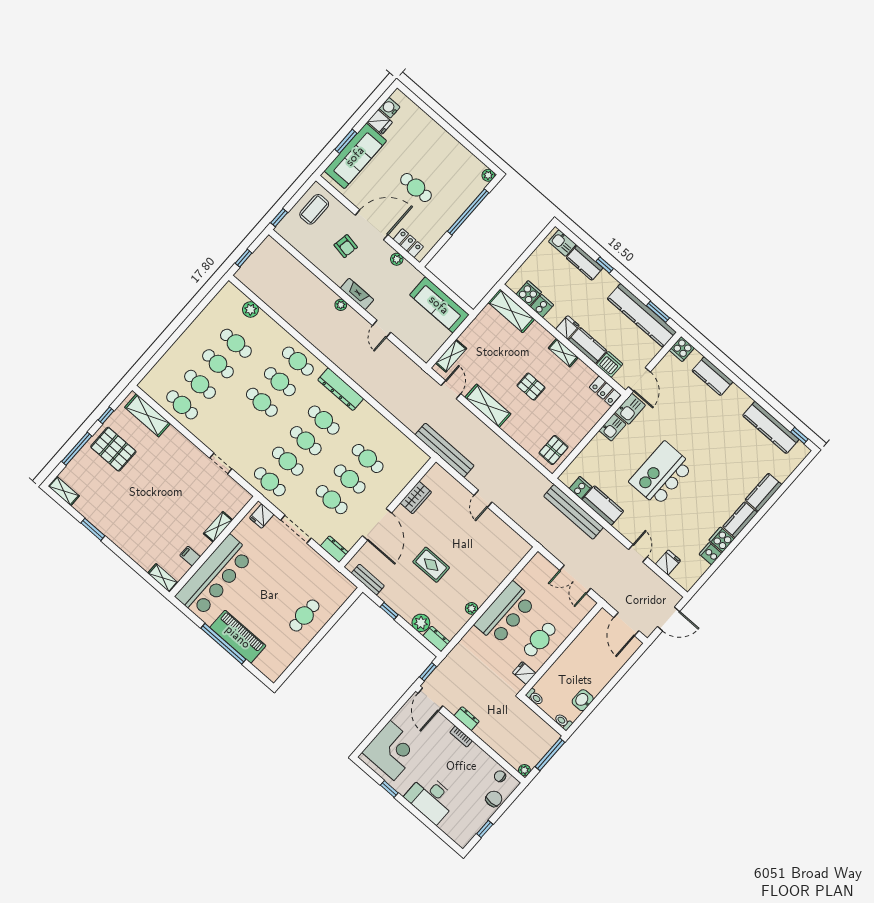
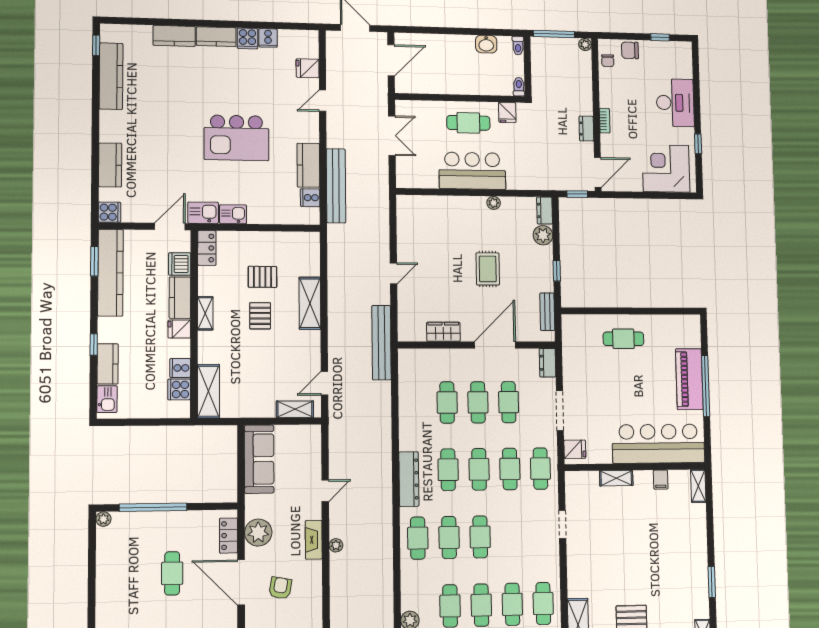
plant: (397, 259) -> (258, 533), width x1.88, depth x1.88
shelving: (488, 406) -> (310, 303), moved
pallet: (554, 450) -> (262, 277), moved

